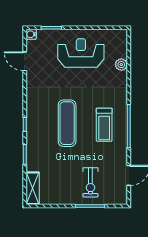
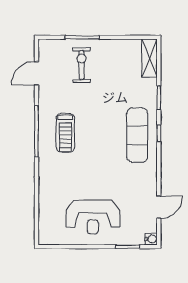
door: (25, 61) -> (159, 207), hinge flipped
plant: (121, 65) -> (45, 203), removed
exercise mat: (67, 123) -> (137, 135), moved
treadmill: (104, 125) -> (65, 133), turned 180

